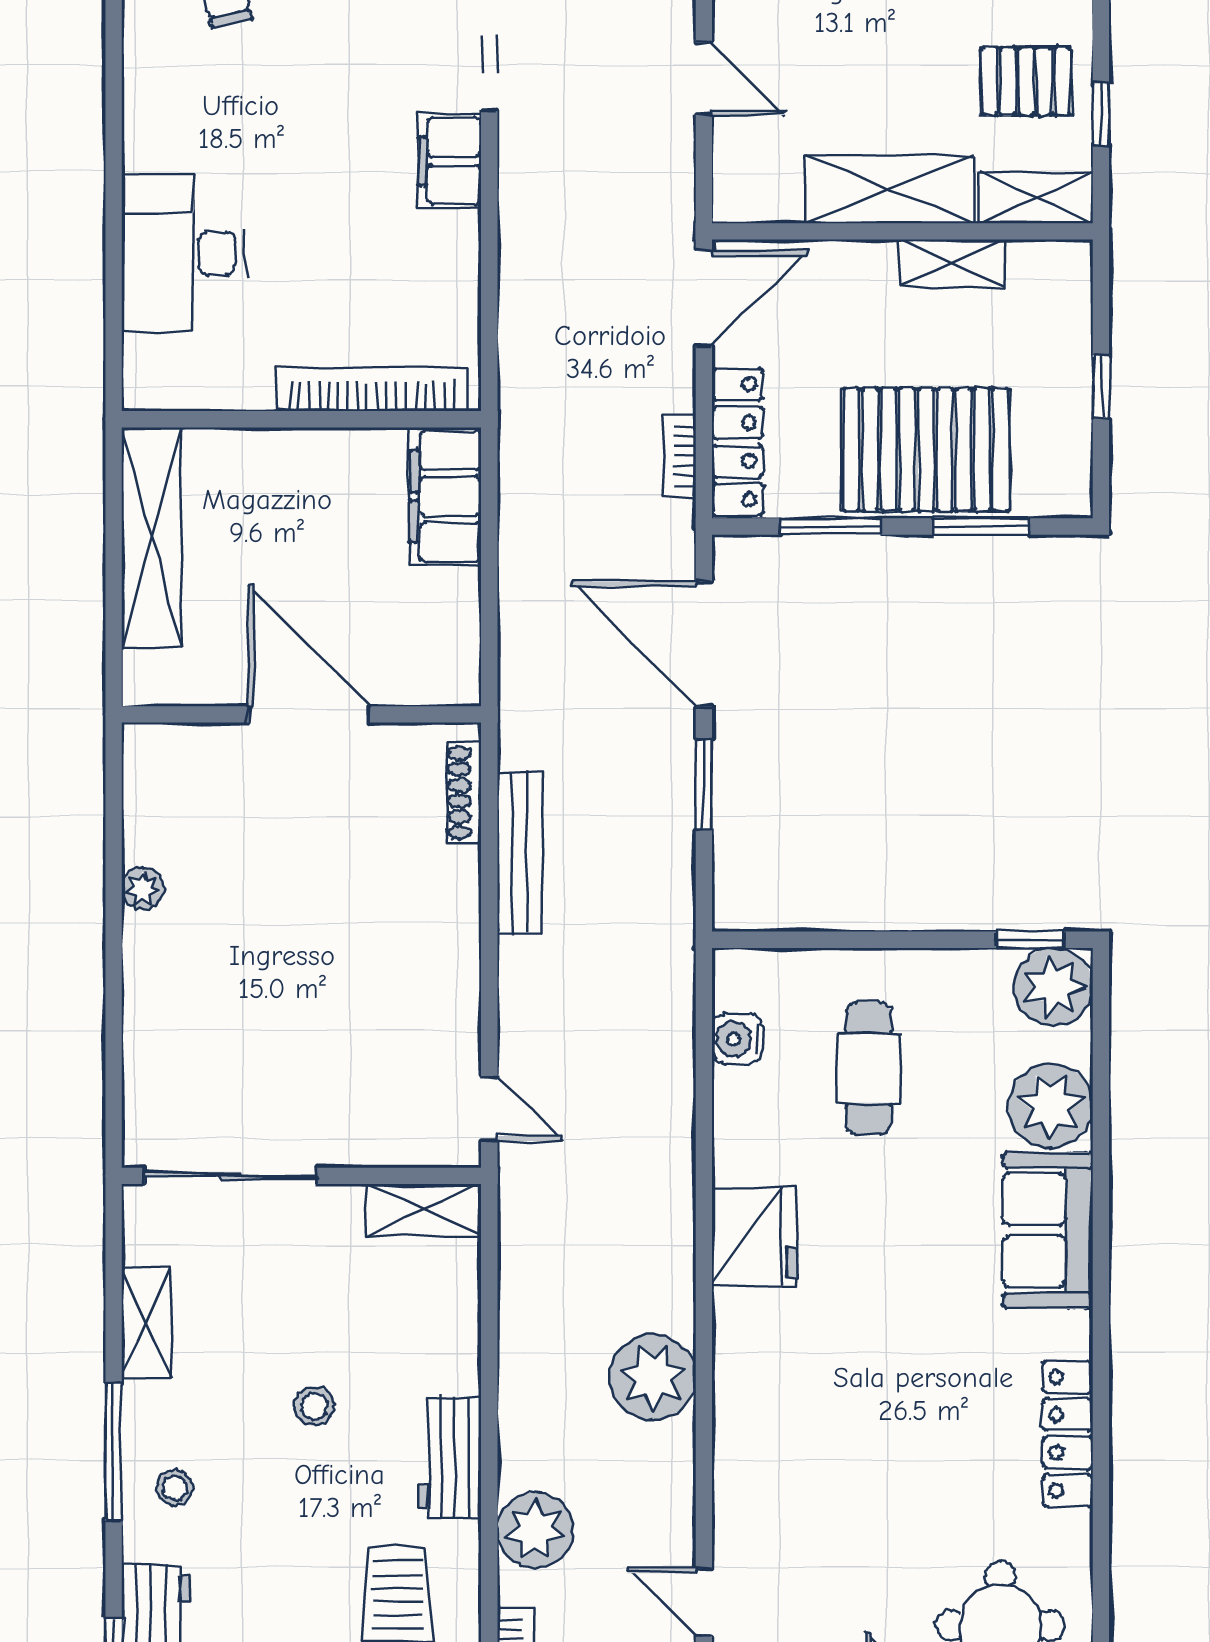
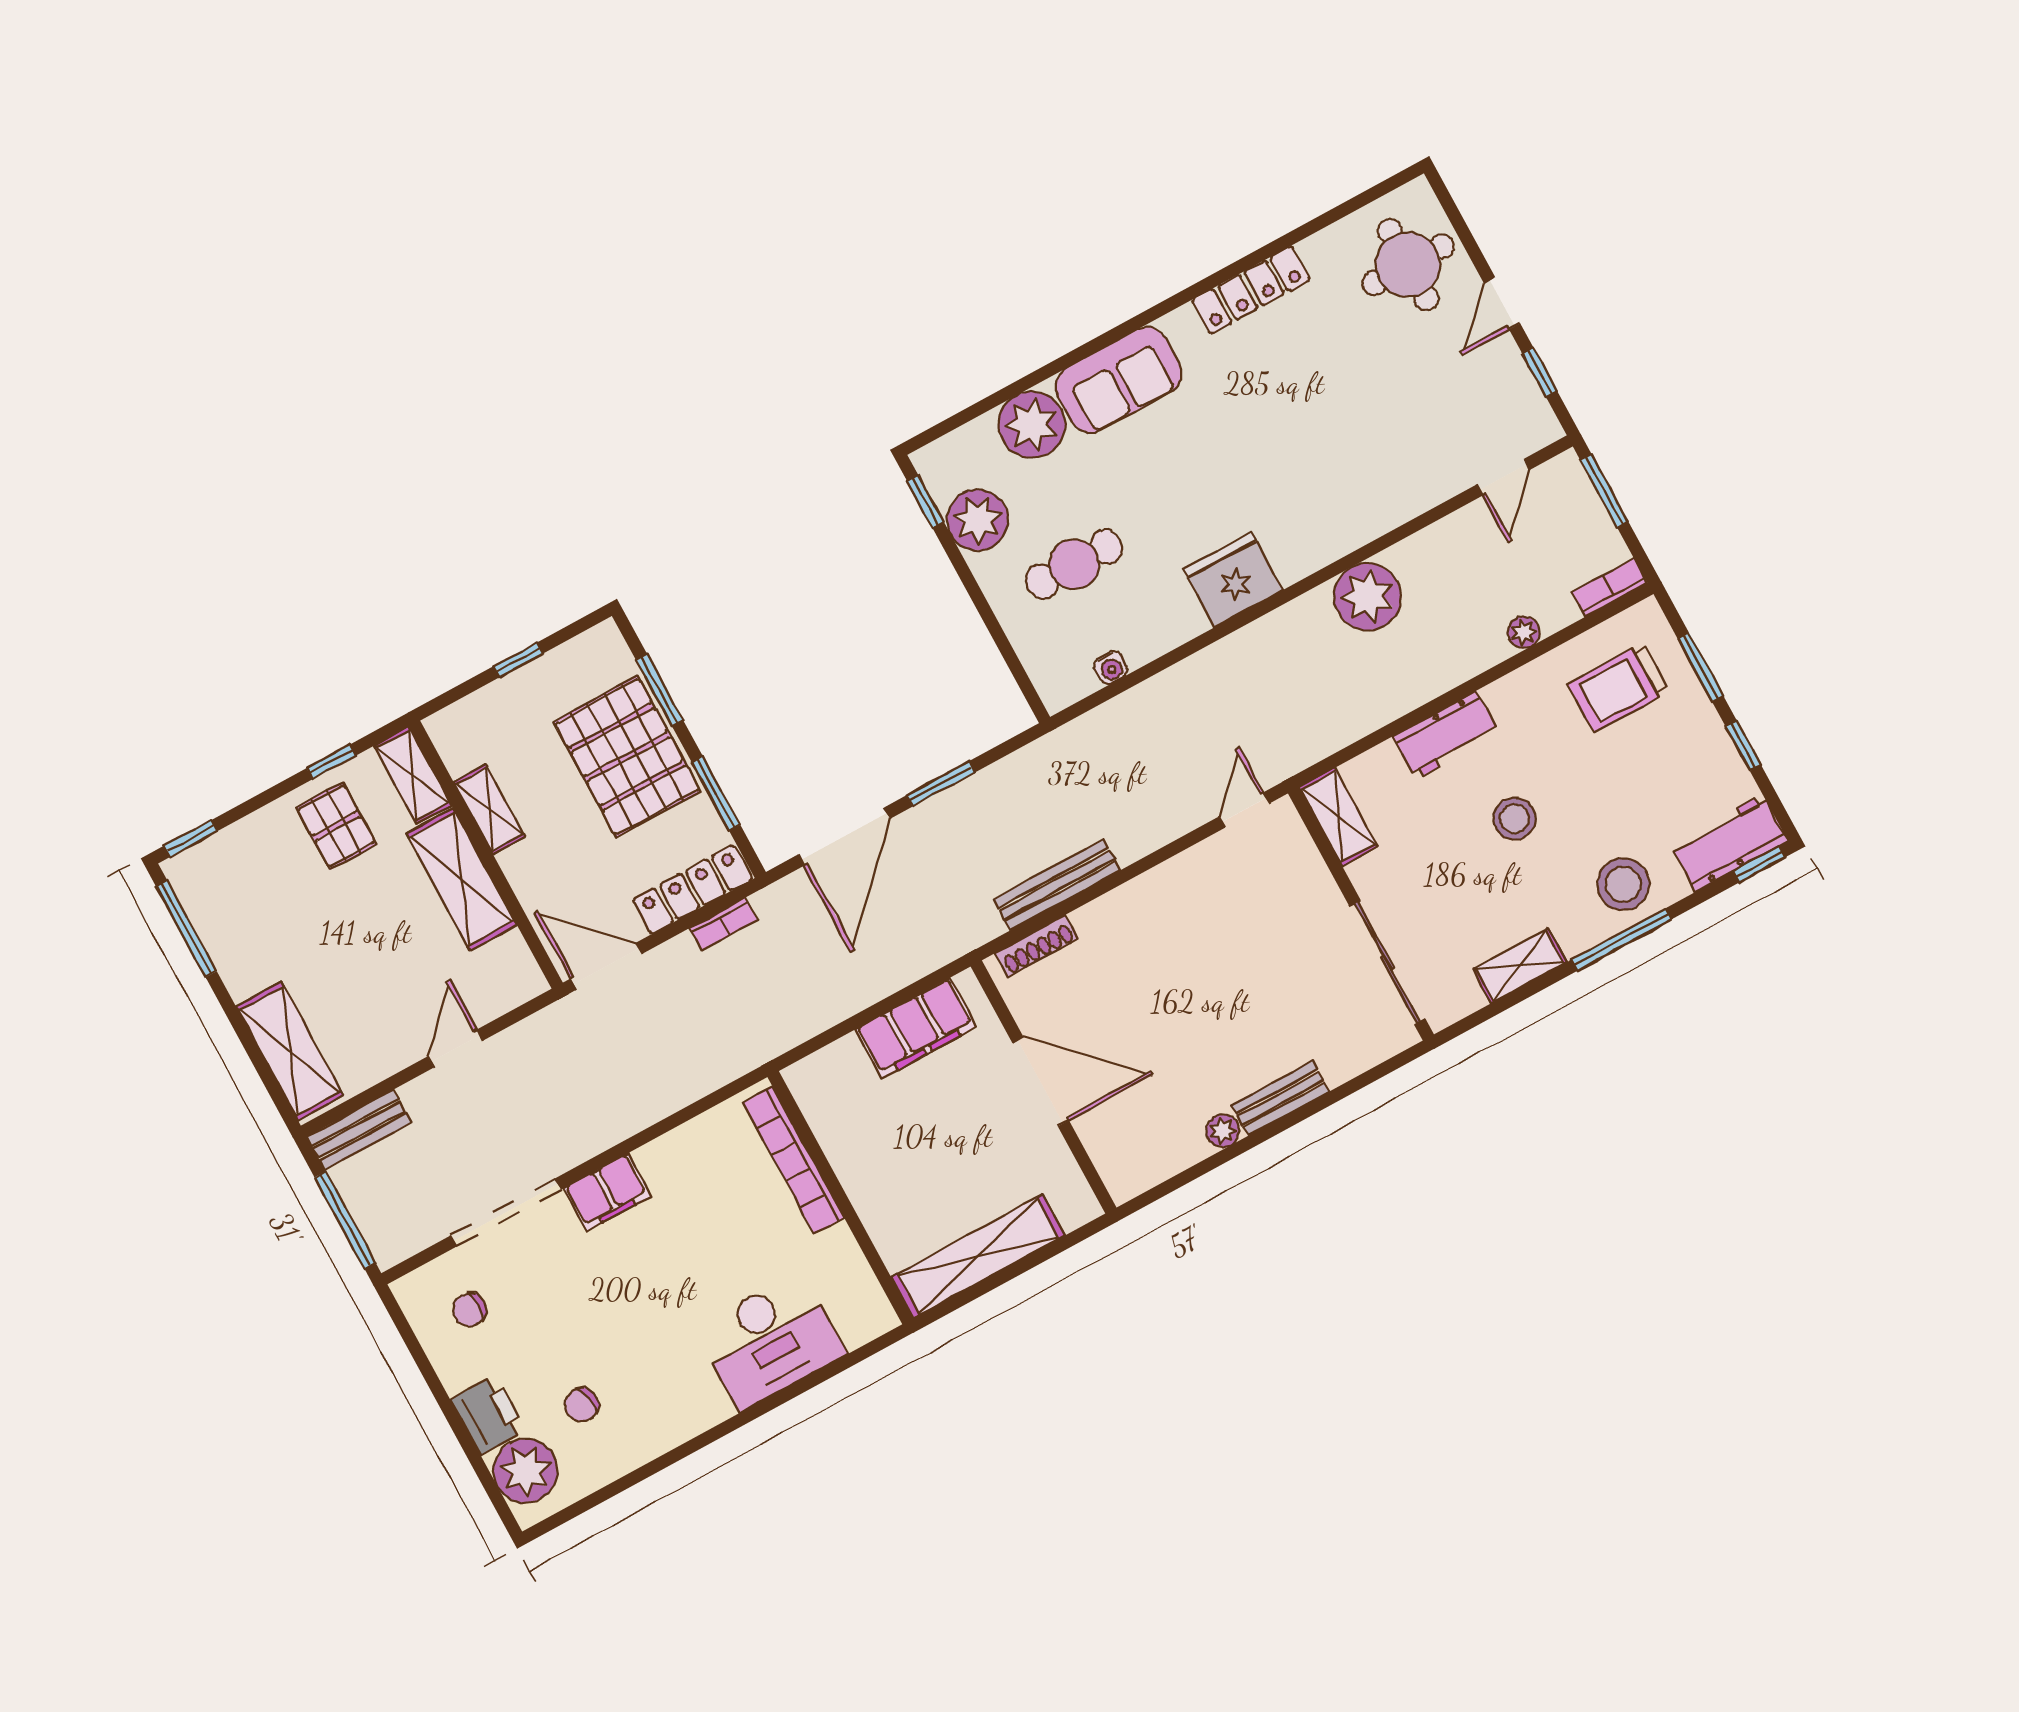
filing cabinet: (445, 496) -> (916, 1028), moved
door: (309, 714) -> (1041, 1082), swing flipped
bench: (144, 973) -> (1280, 1098), added
plant: (1054, 987) -> (978, 520), moved
water cooler: (737, 1039) -> (1111, 667), width x0.72, depth x0.72
stool: (314, 1406) -> (1515, 819), width x1.37, depth x1.37
workbench: (450, 1457) -> (1446, 735), moved
stool: (175, 1488) -> (1623, 884), width x1.89, depth x1.89
plant: (535, 1530) -> (1524, 632), width x0.53, depth x0.53

